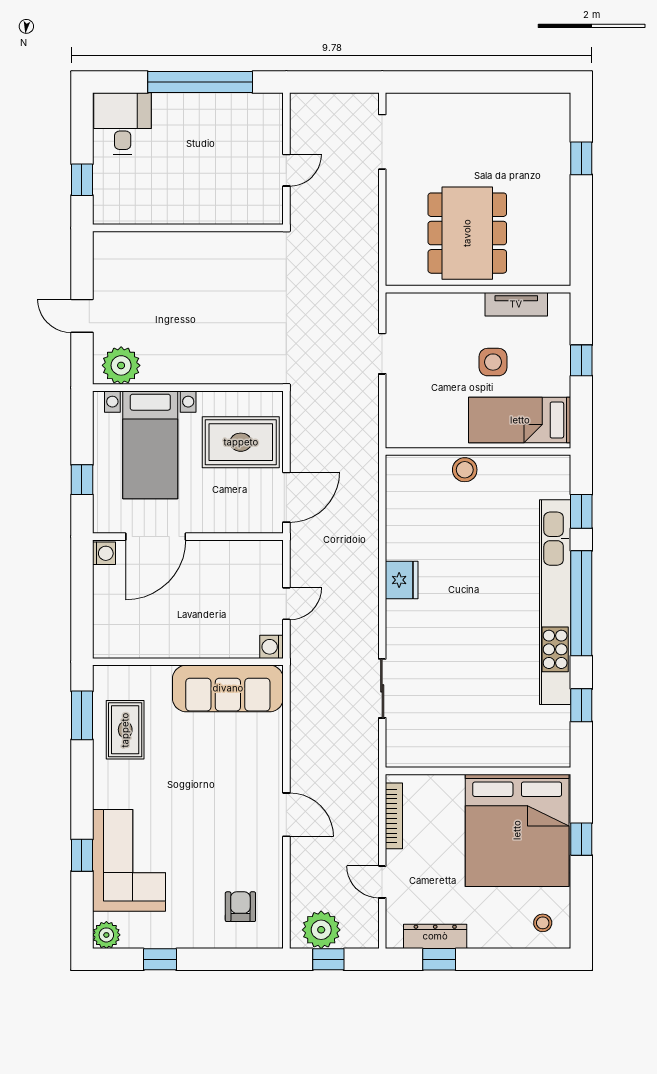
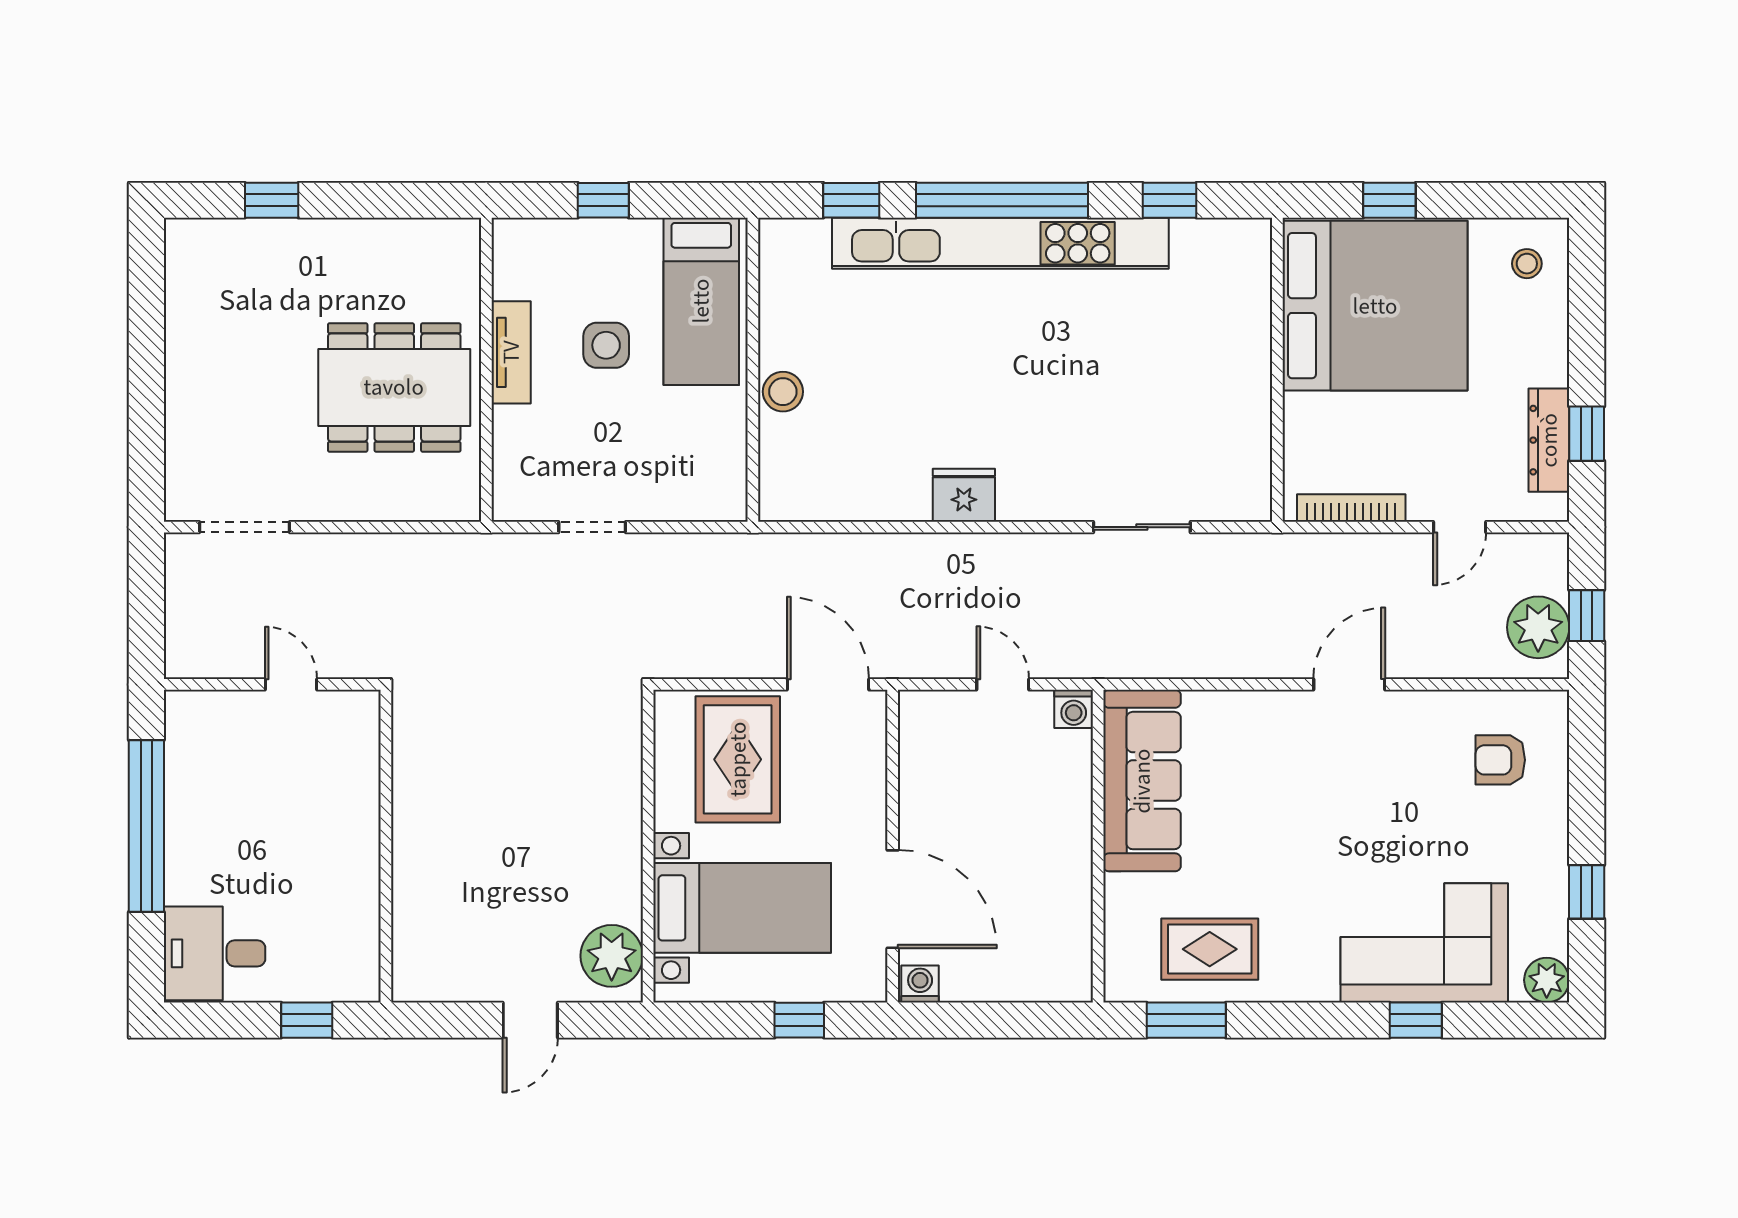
tv unit: (516, 304) -> (511, 352), moved

